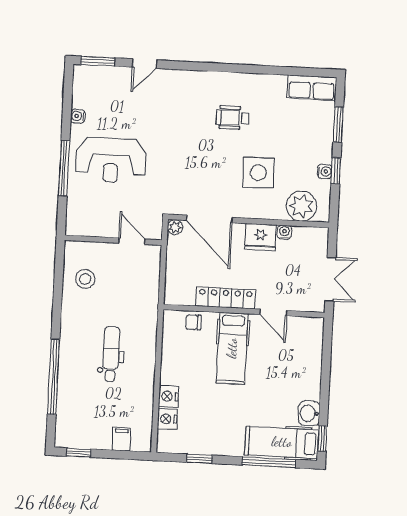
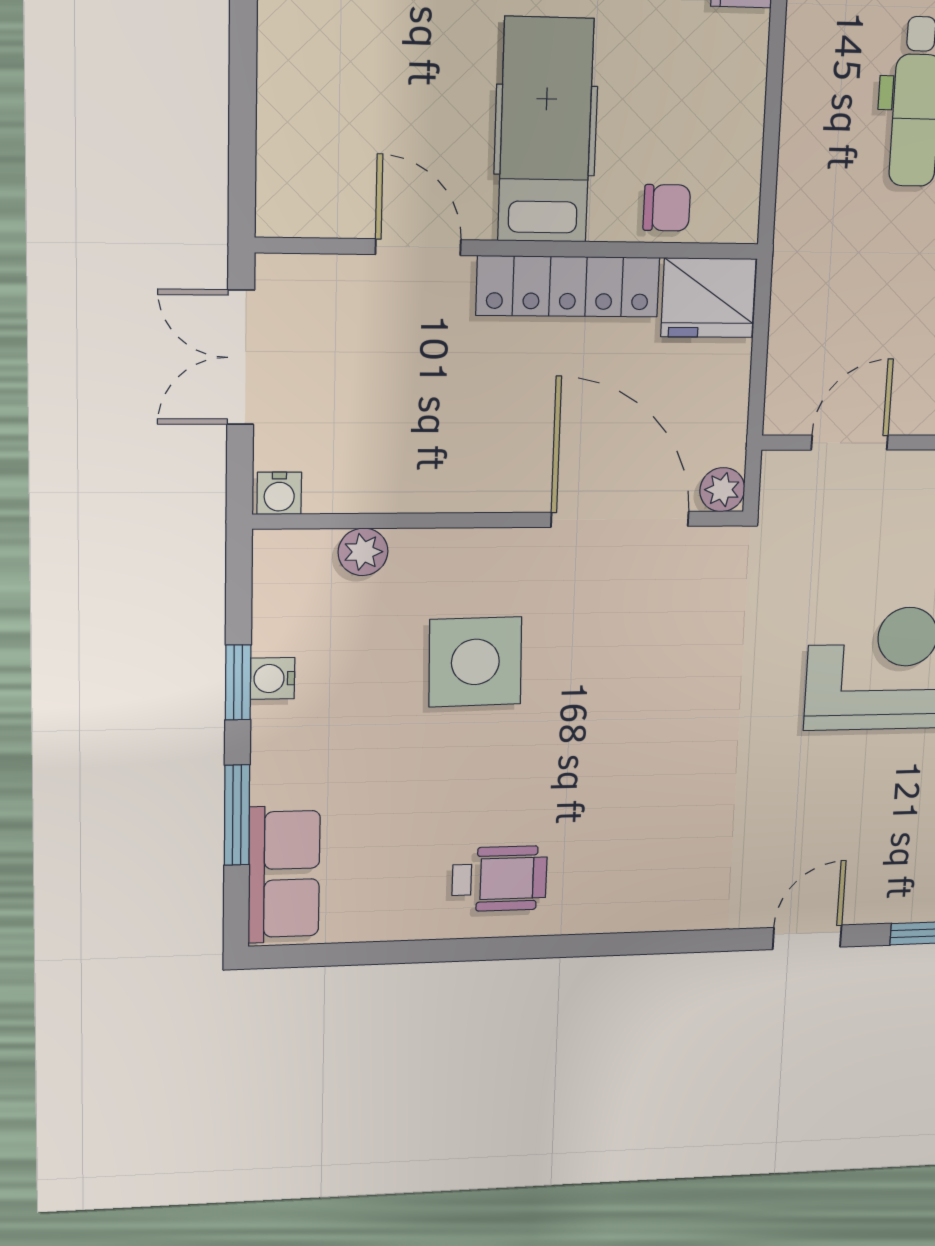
row of seats: (312, 88) -> (284, 874), moved, turned 90
wheelchair: (232, 118) -> (499, 879), moved
plant: (301, 206) -> (363, 552), width x0.53, depth x0.53
water cooler: (284, 232) -> (279, 493), moved
fridge: (260, 237) -> (708, 298), moved, turned 180
door: (132, 241) -> (850, 443), swing flipped

